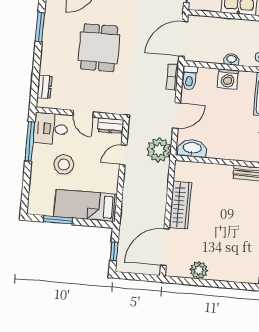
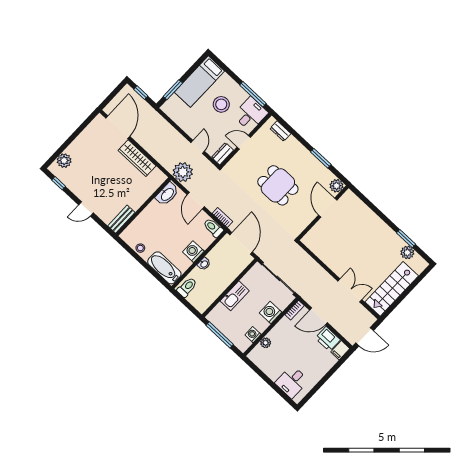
bed: (85, 205) -> (199, 82), moved, turned 180
window: (58, 220) -> (173, 90), moved
plant: (199, 270) -> (64, 161), moved

